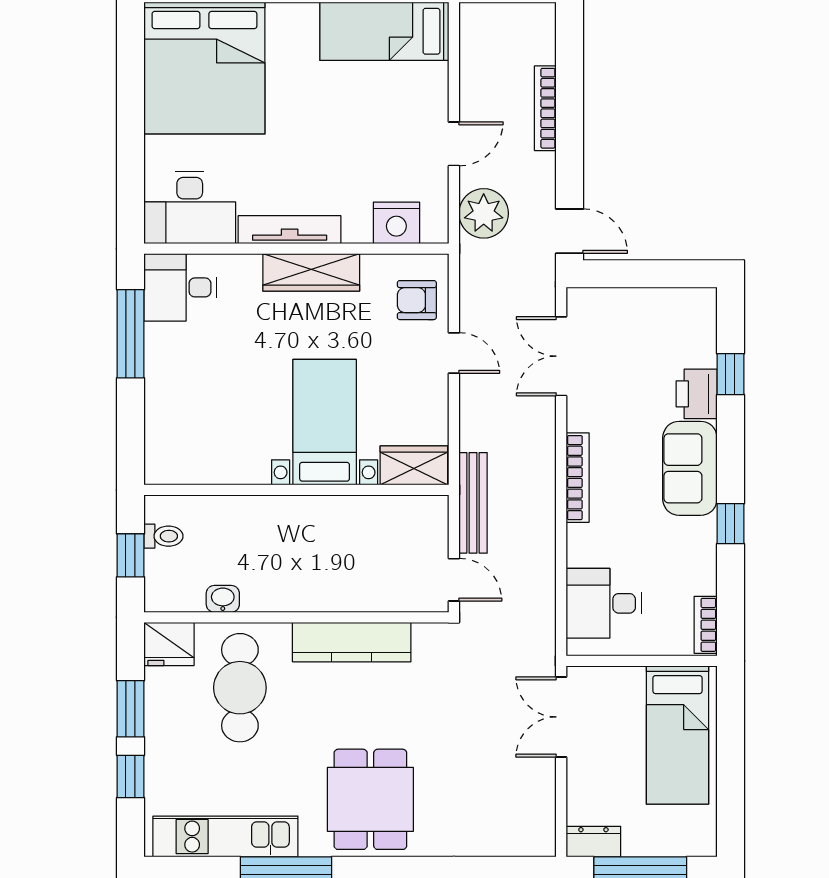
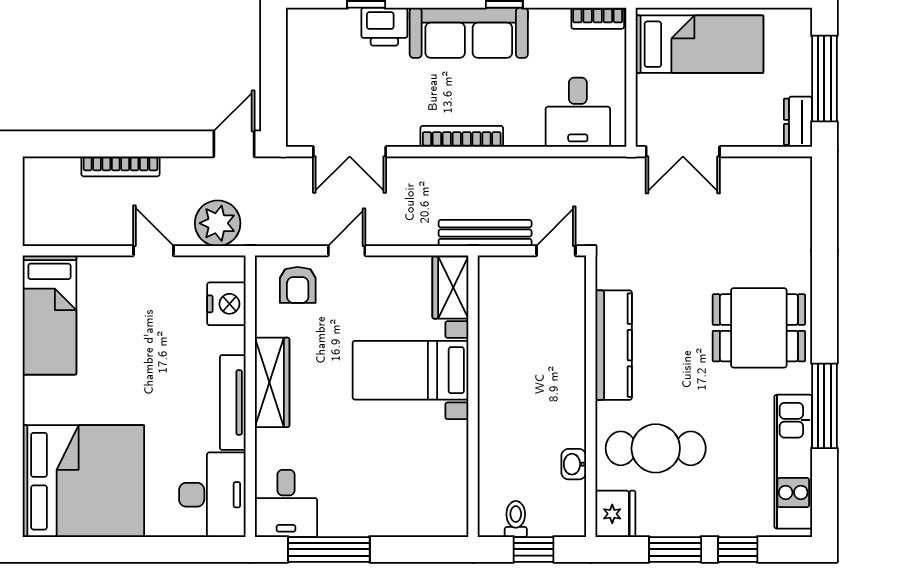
sofa: (690, 468) -> (469, 33), width x1.36

